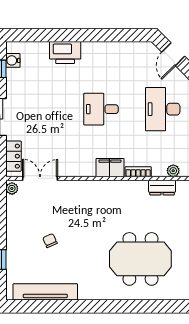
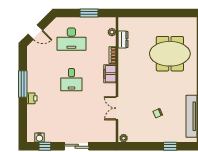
window: (94, 35) -> (23, 84), added
printer: (65, 53) -> (32, 98), width x0.53, depth x0.68
locker: (13, 156) -> (102, 137), removed
double door: (40, 178) -> (117, 108), moved
meeting table: (140, 259) -> (170, 54), turned 90

